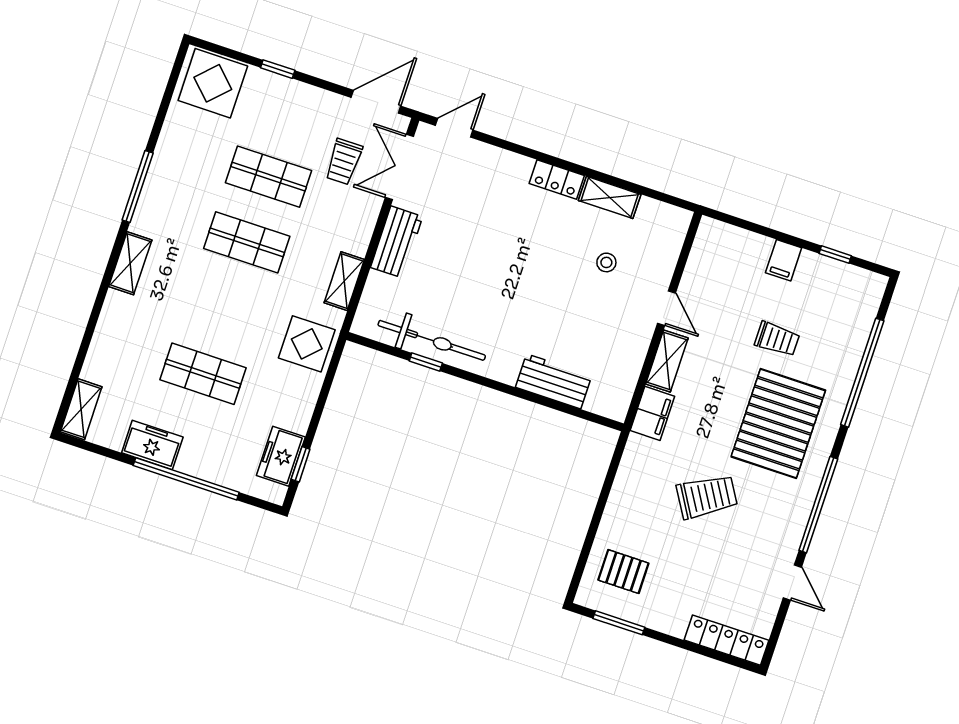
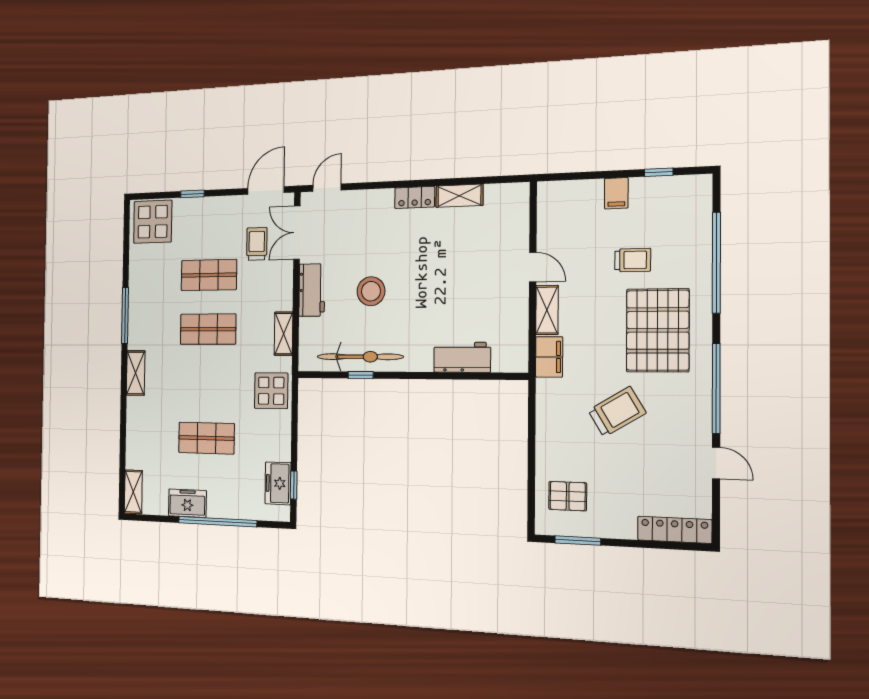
trolley: (344, 162) -> (257, 244), turned 180
stool: (606, 262) -> (371, 291), moved, width x1.89, depth x1.89

